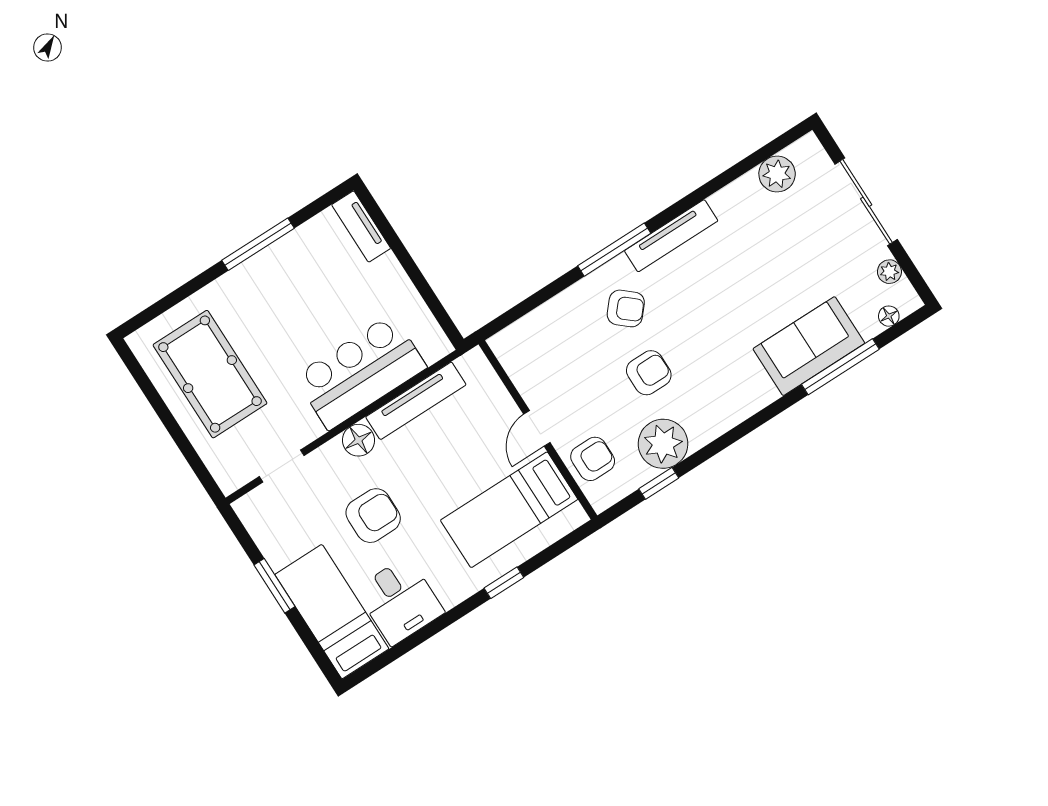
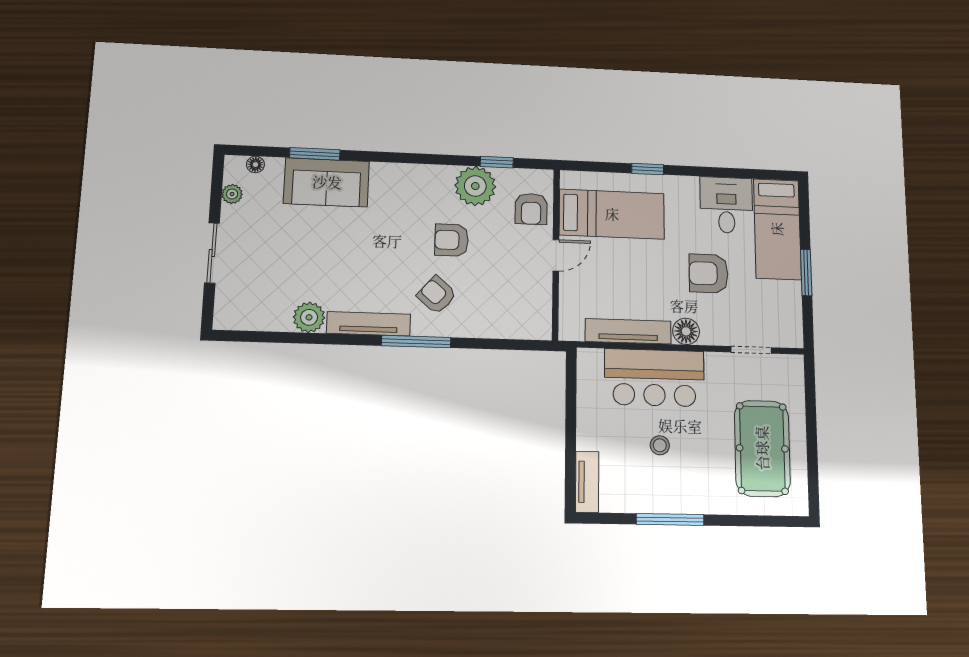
plant: (777, 174) -> (309, 317), moved
sliding door: (866, 202) -> (212, 253), width x0.73
stool: (313, 309) -> (660, 445), added
window: (840, 367) -> (315, 154), width x0.69
armchair: (593, 459) -> (531, 209), turned -90

